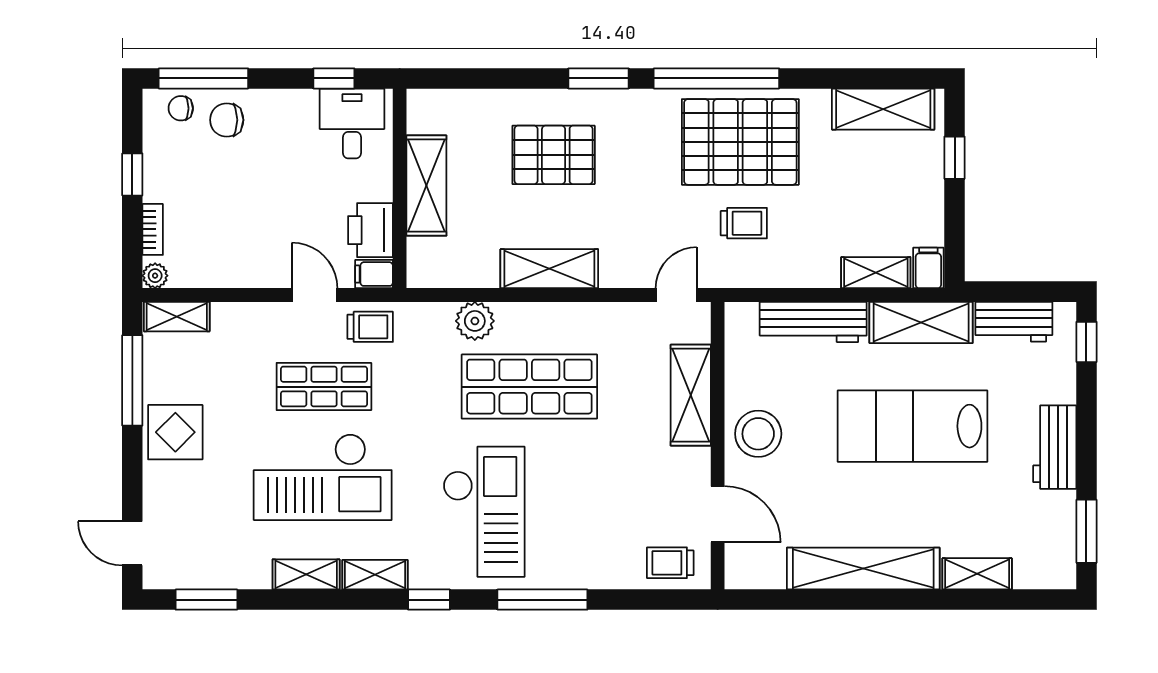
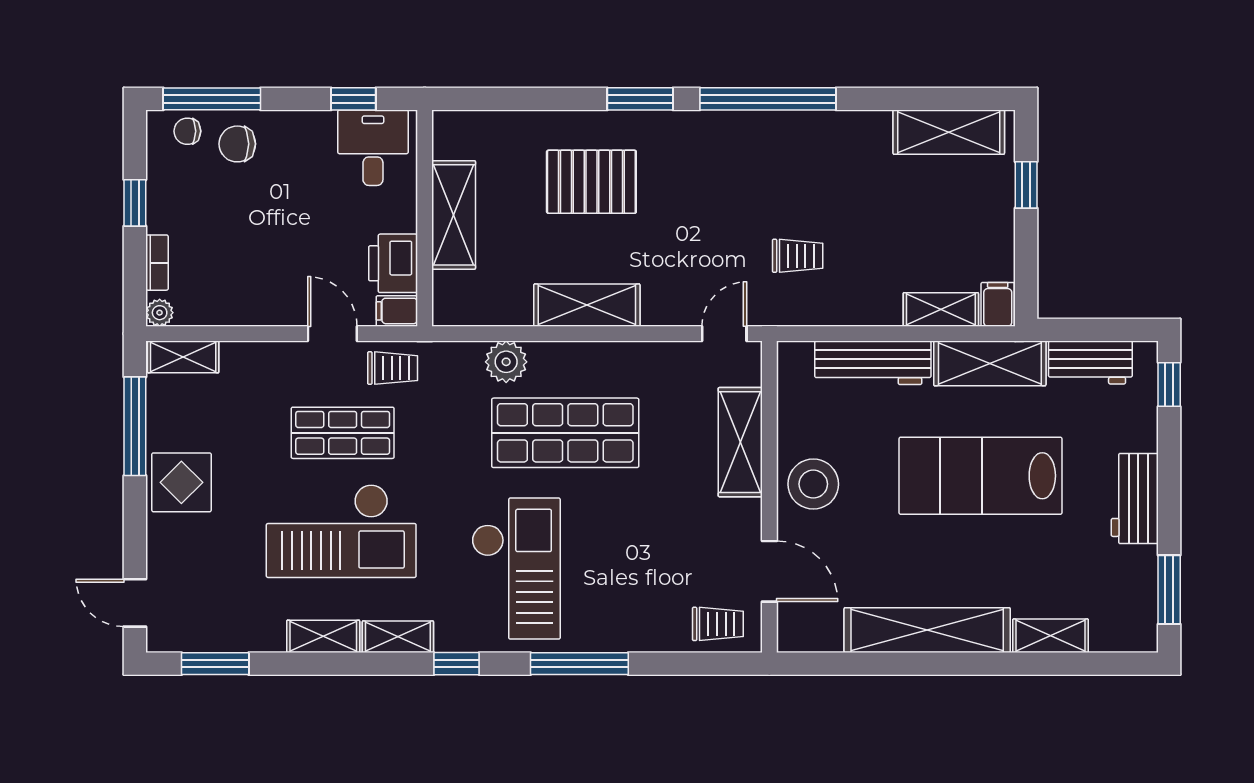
pallet: (740, 142) -> (794, 168), removed
trolley: (670, 563) -> (718, 624), turned 180

